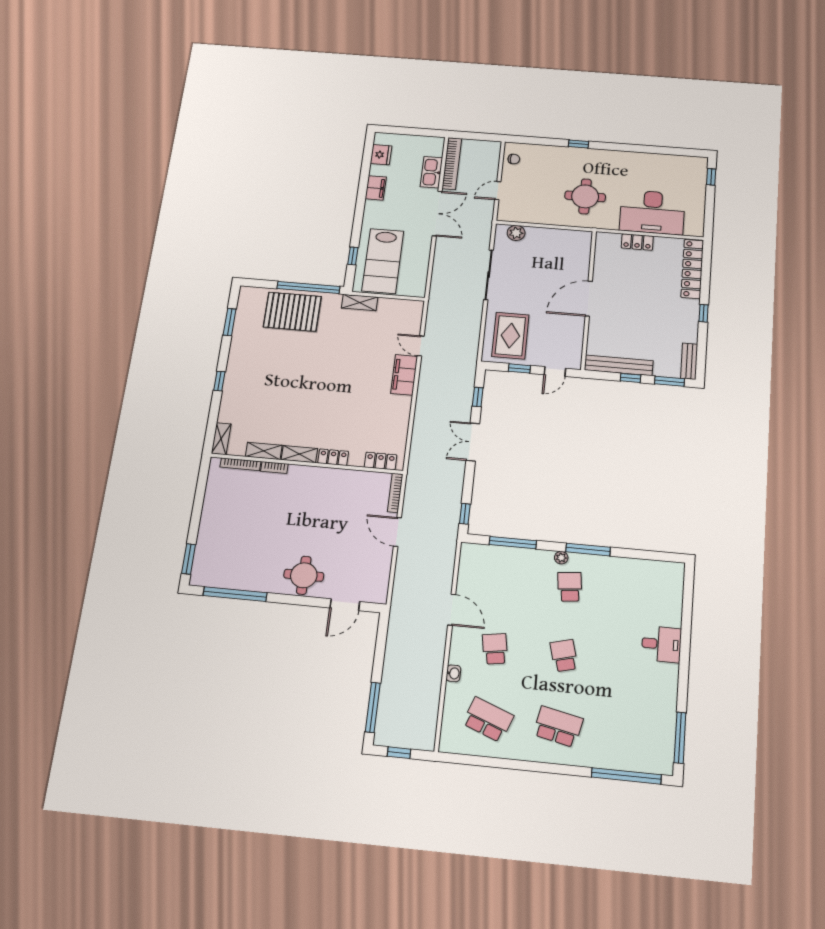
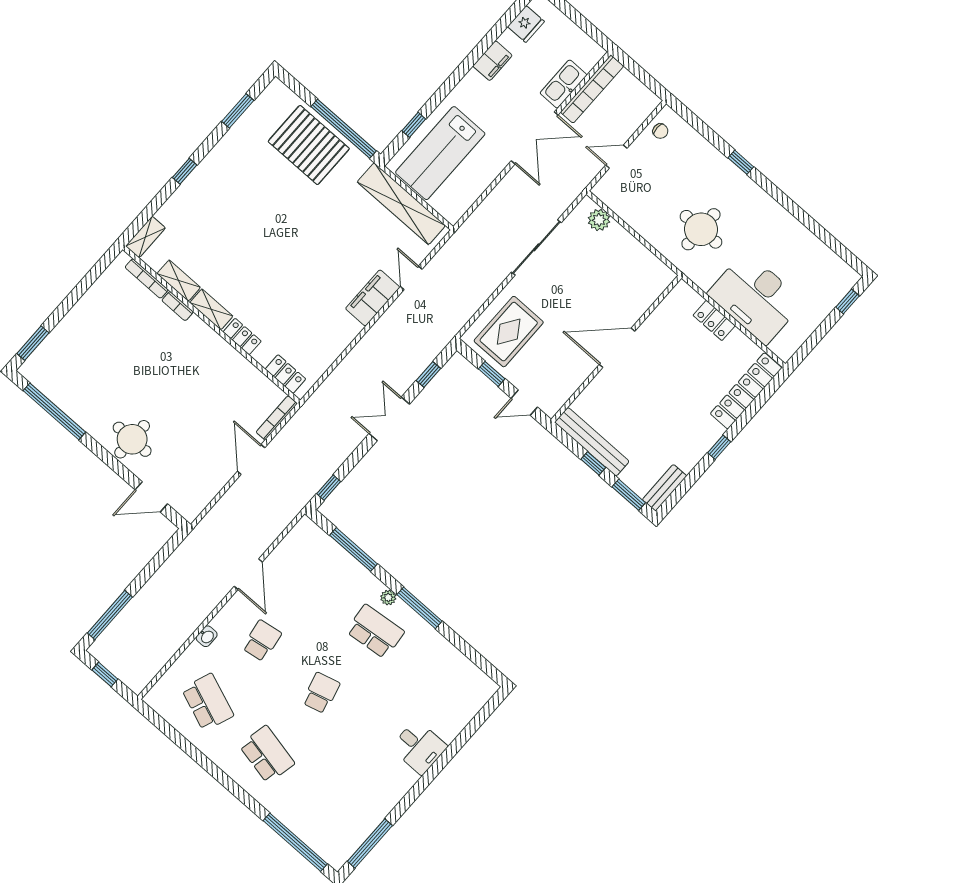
shelving: (360, 303) -> (401, 204), width x2.20, depth x1.33
school desk: (570, 587) -> (375, 632), width x1.85

